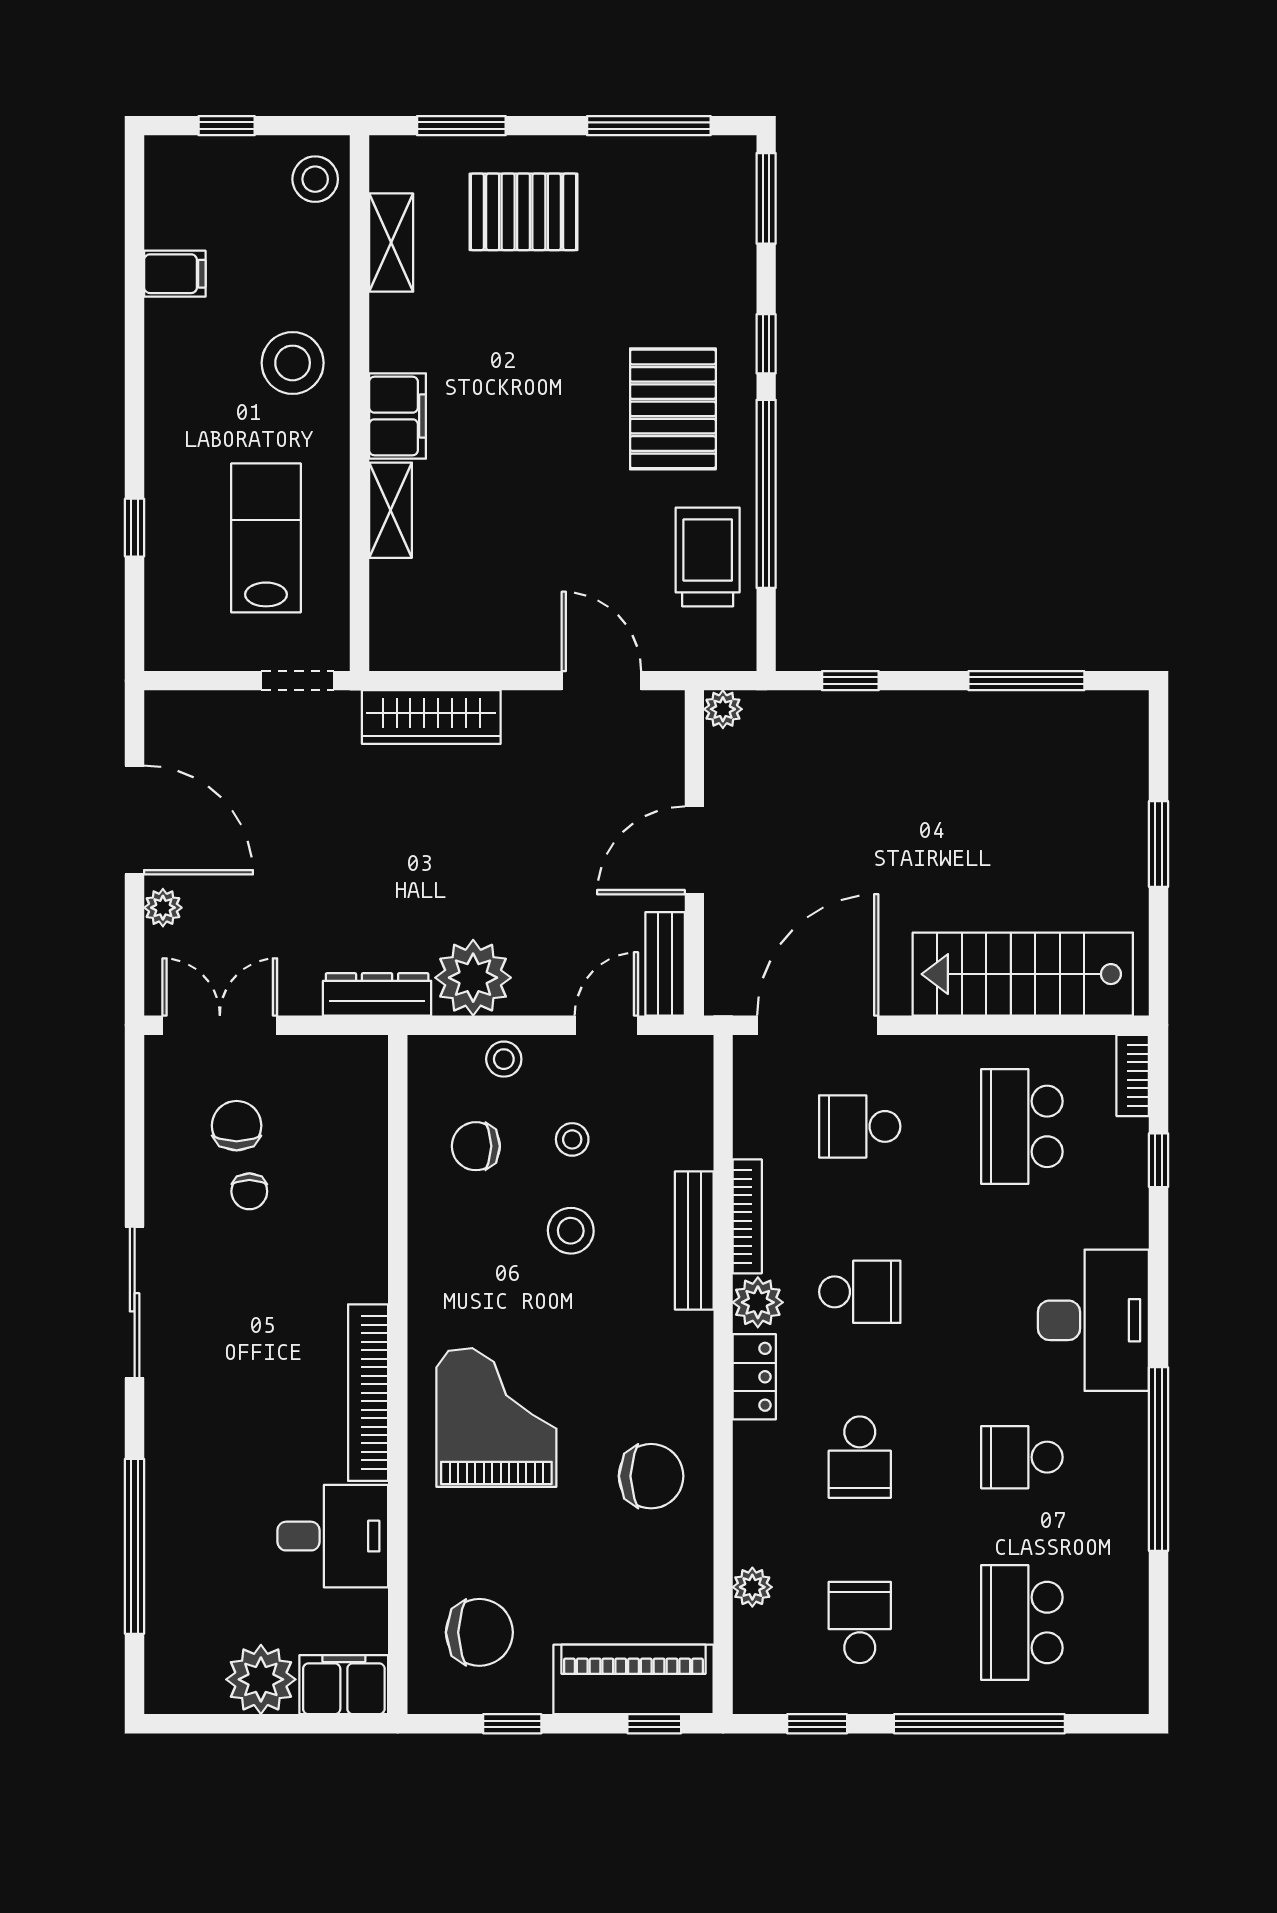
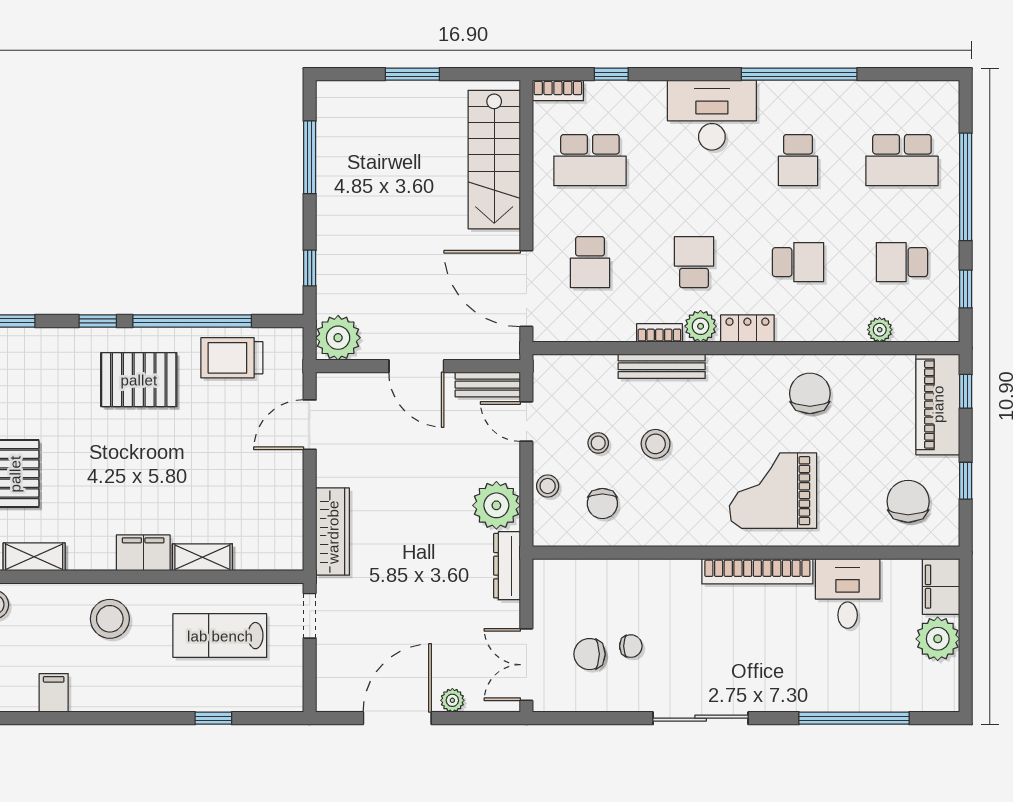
plant: (723, 709) -> (338, 338), width x1.87, depth x1.87
bookcase: (747, 1216) -> (659, 333), width x0.64

